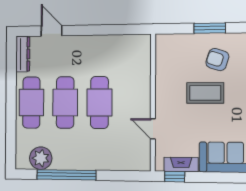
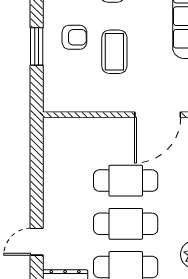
armchair: (217, 60) -> (74, 37), turned -108
door: (153, 129) -> (158, 115), width x1.87

